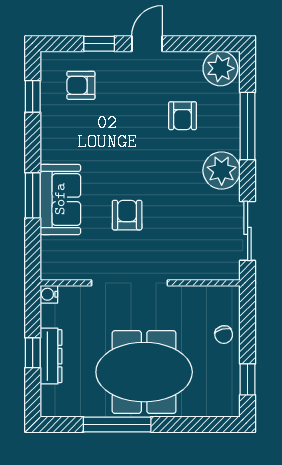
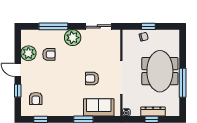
plant: (220, 68) -> (28, 53), moved
sofa: (60, 199) -> (99, 107), moved
window: (248, 379) -> (148, 26), moved

